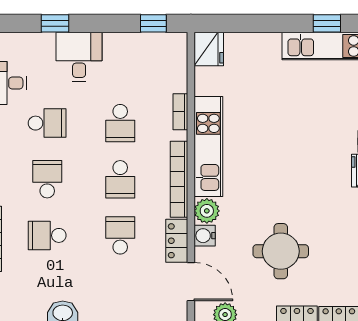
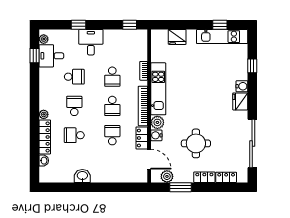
fridge: (209, 49) -> (177, 37), moved, turned 90

